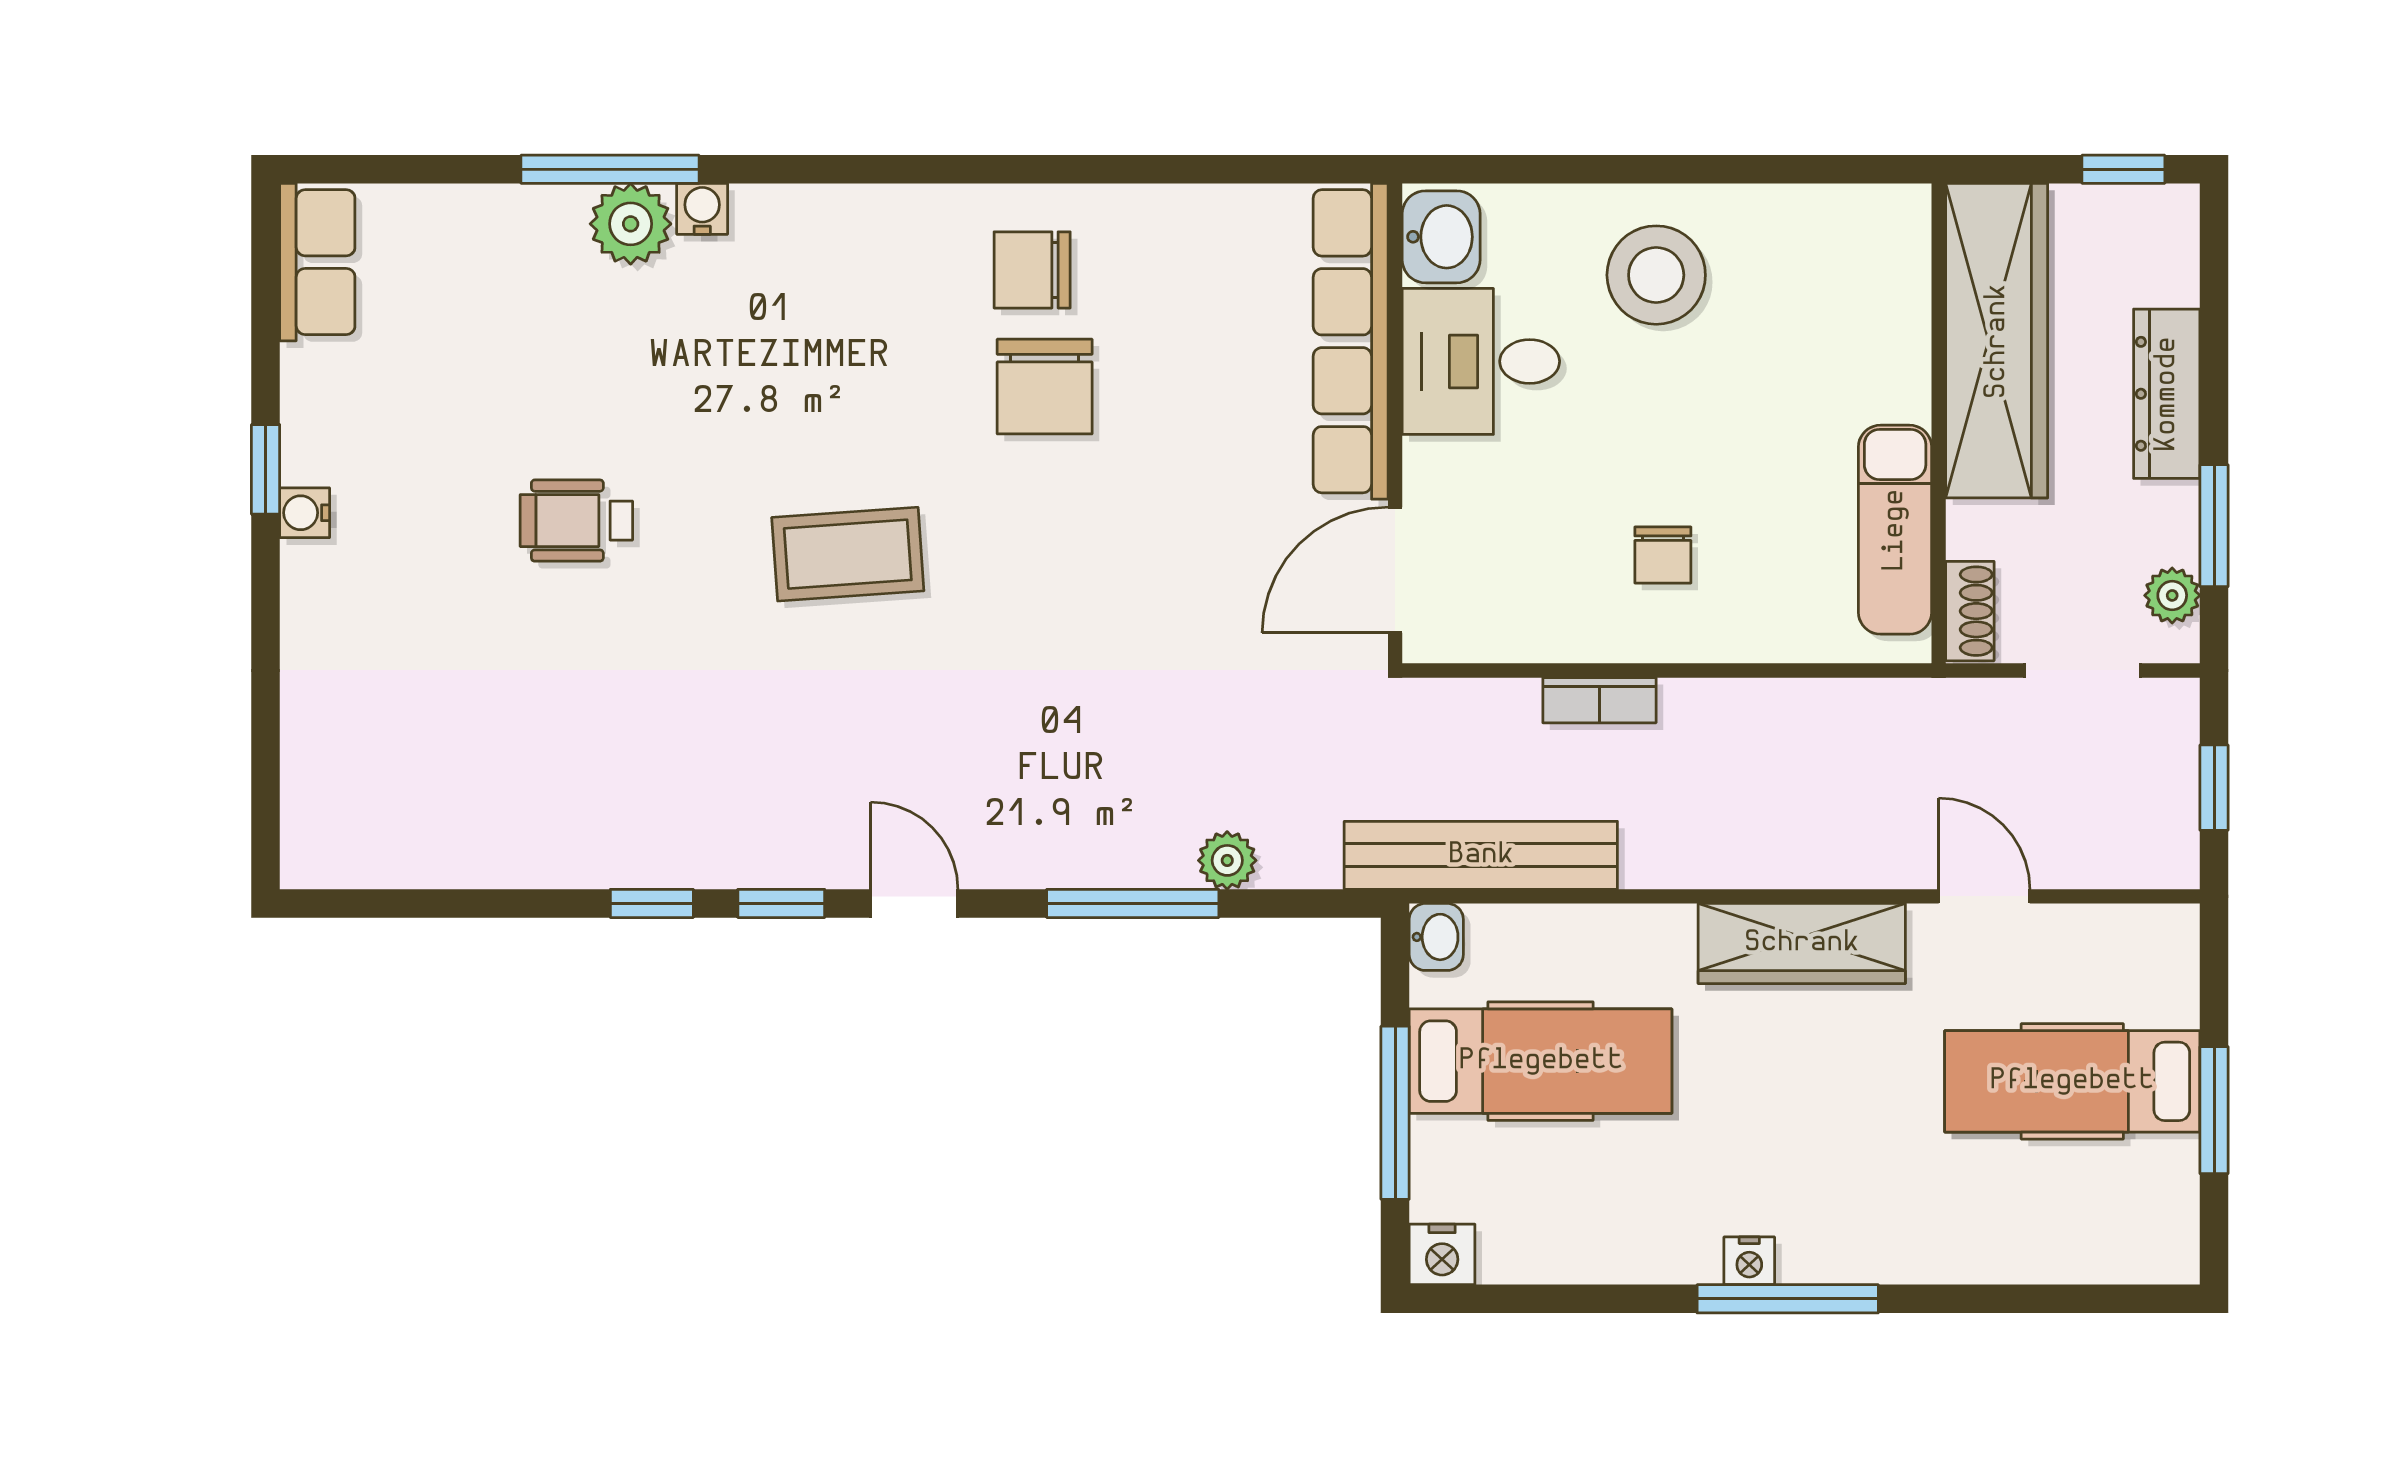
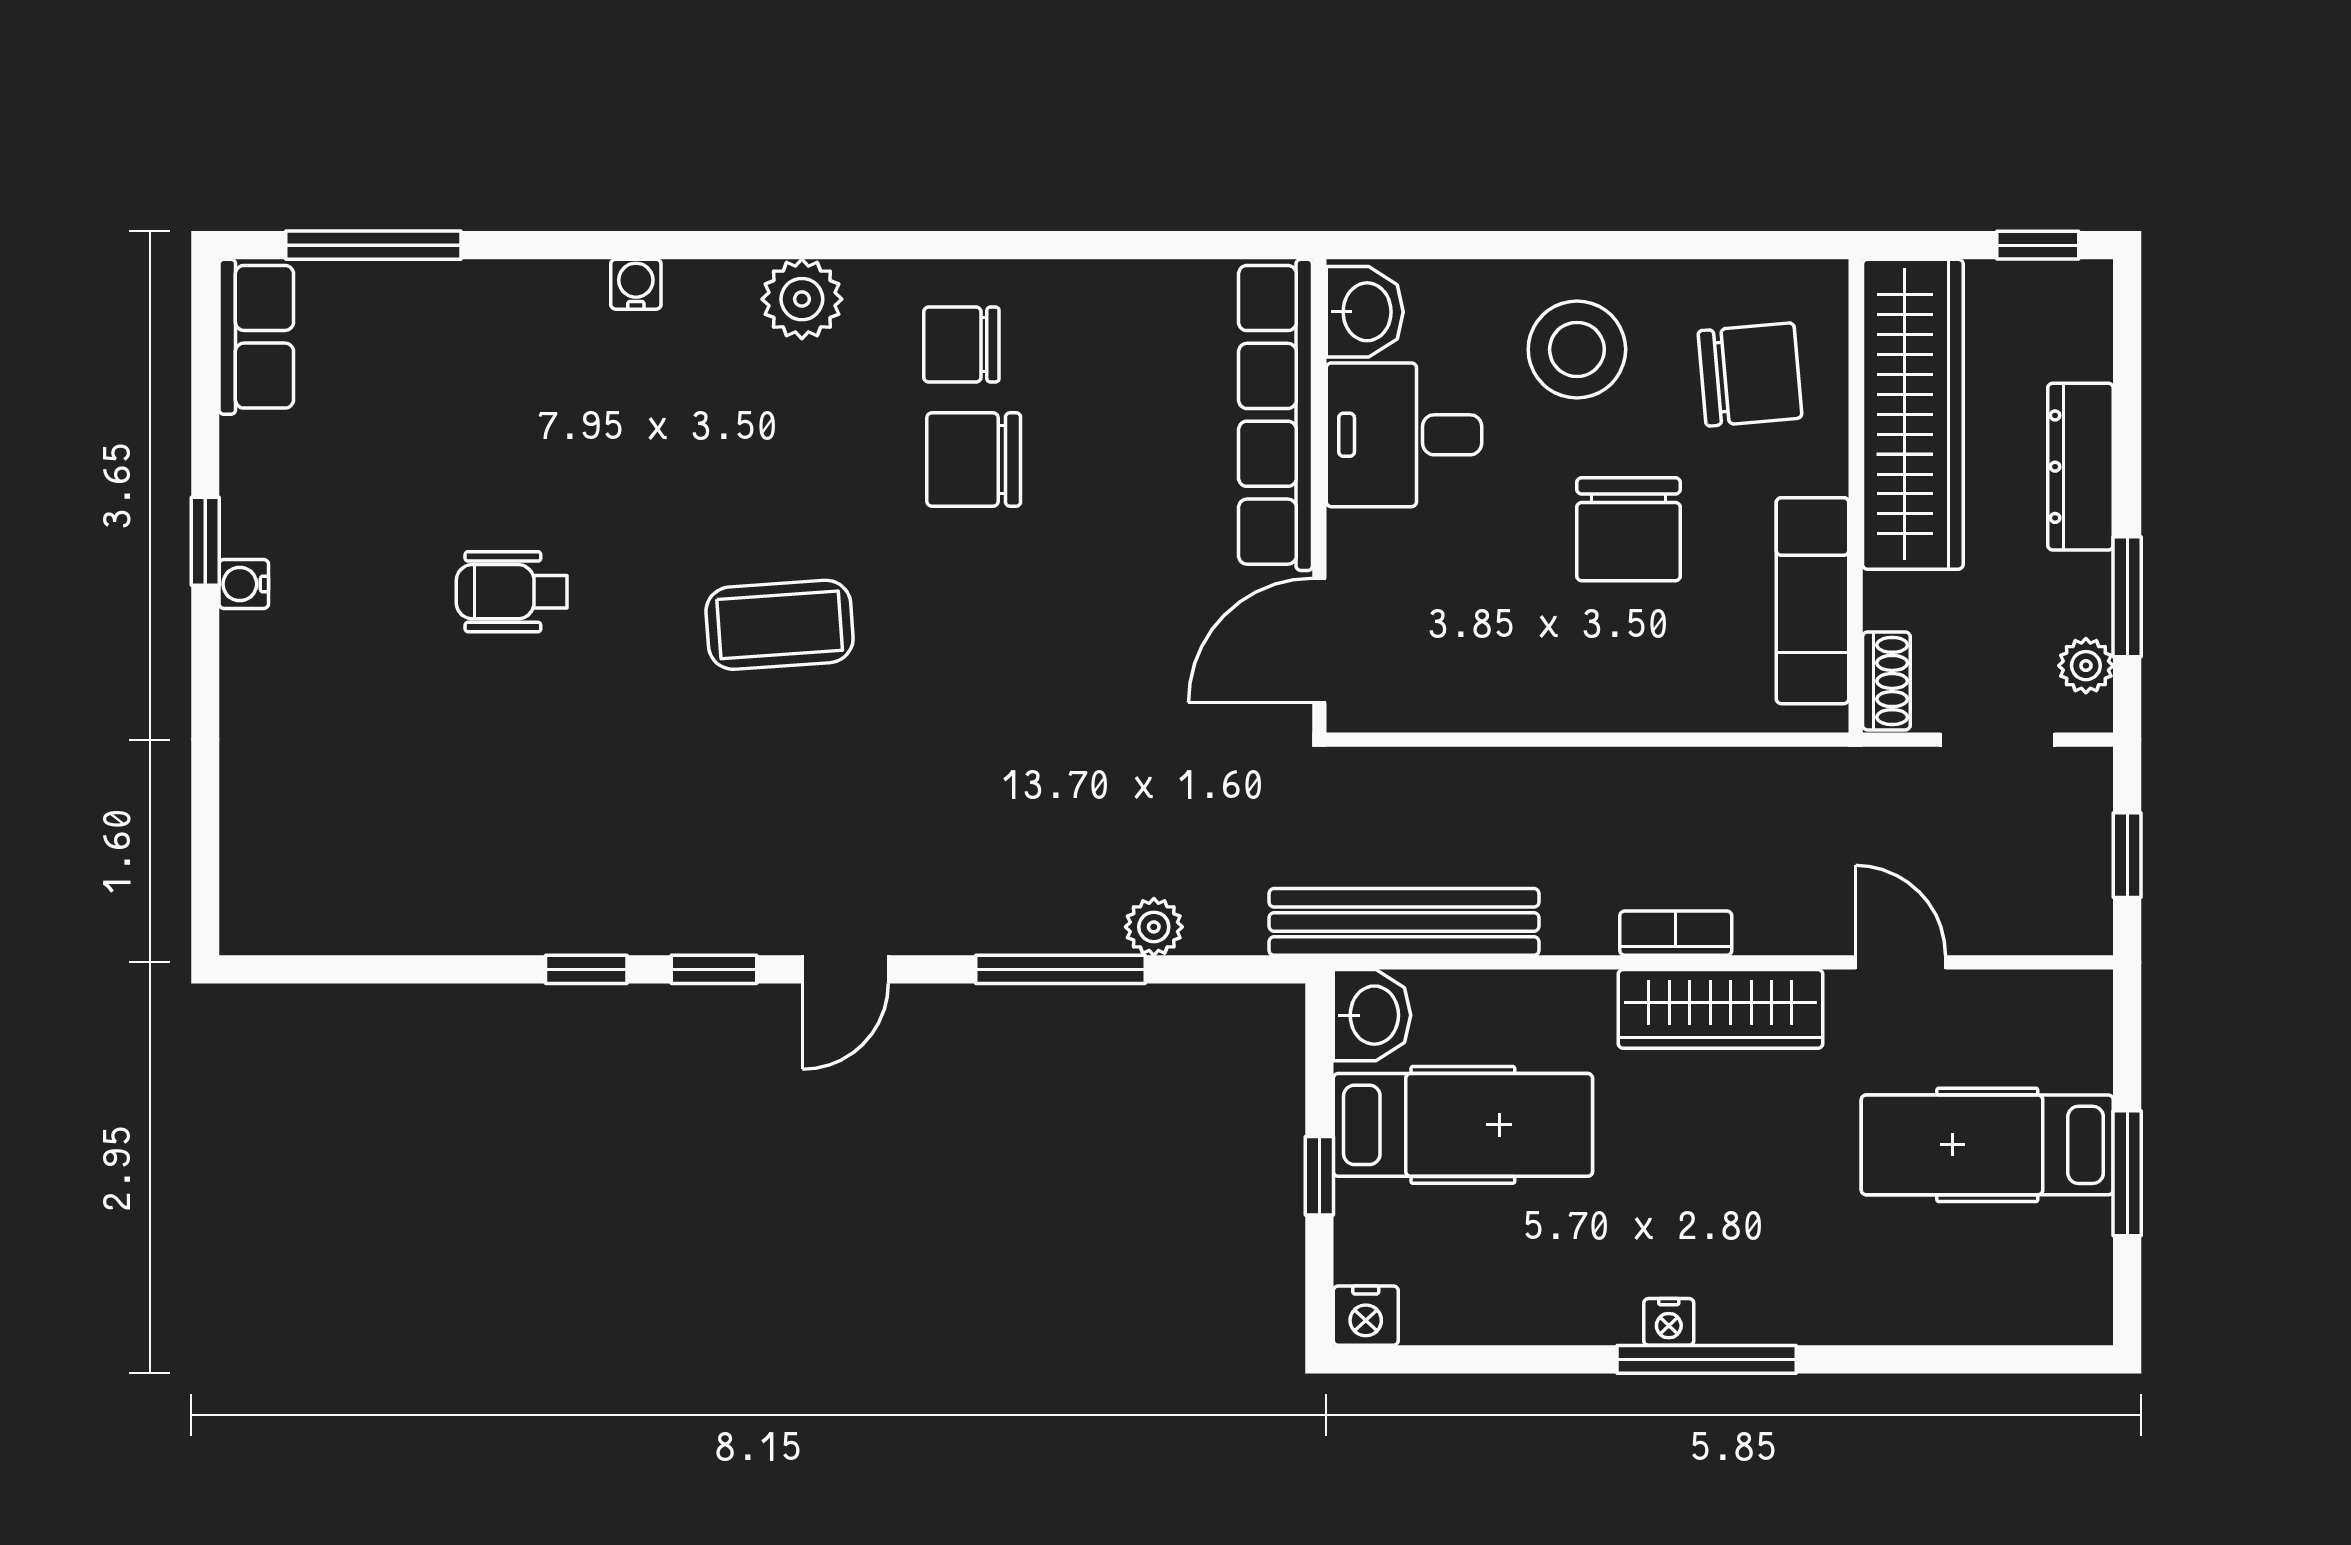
window: (610, 169) -> (373, 245), moved
plant: (631, 224) -> (802, 299), moved
chair: (1832, 300) -> (1750, 374), added
chair: (1045, 387) -> (974, 460), turned 90
chair: (1663, 555) -> (1629, 529), moved, width x1.87, depth x1.87
bookcase: (1599, 700) -> (1676, 933), moved, turned 180
door: (914, 903) -> (845, 969), swing flipped
washbasin: (1436, 937) -> (1372, 1015), width x1.38, depth x1.45
window: (1395, 1113) -> (1319, 1176), width x0.46

